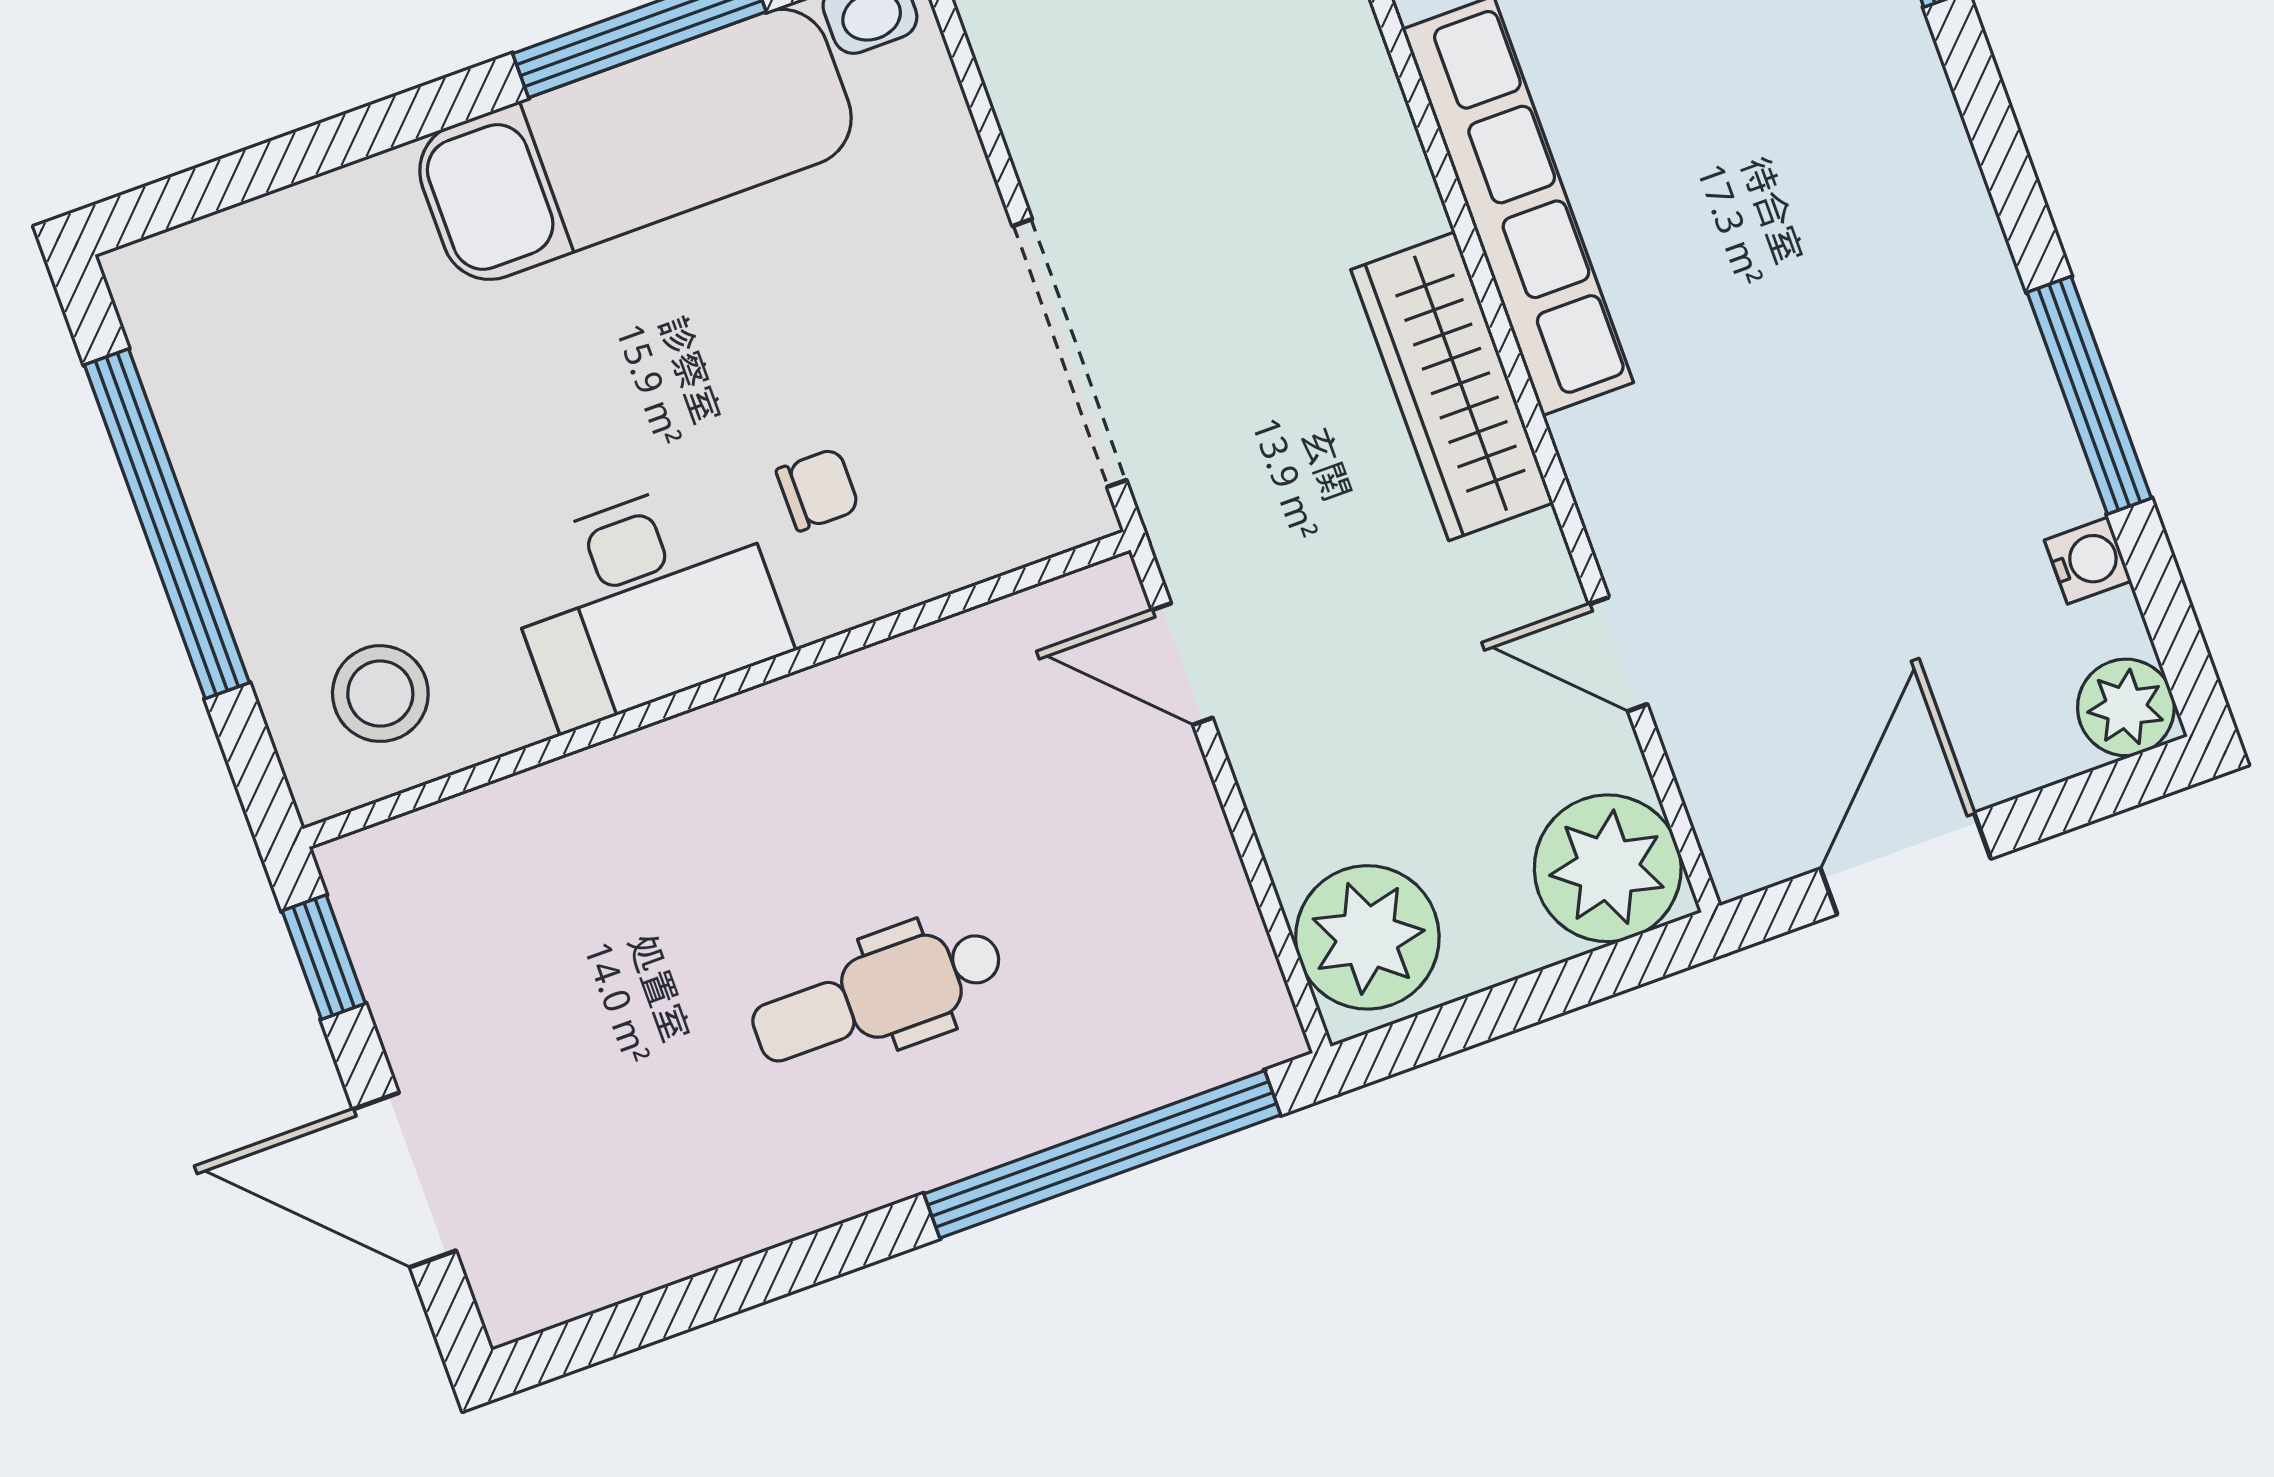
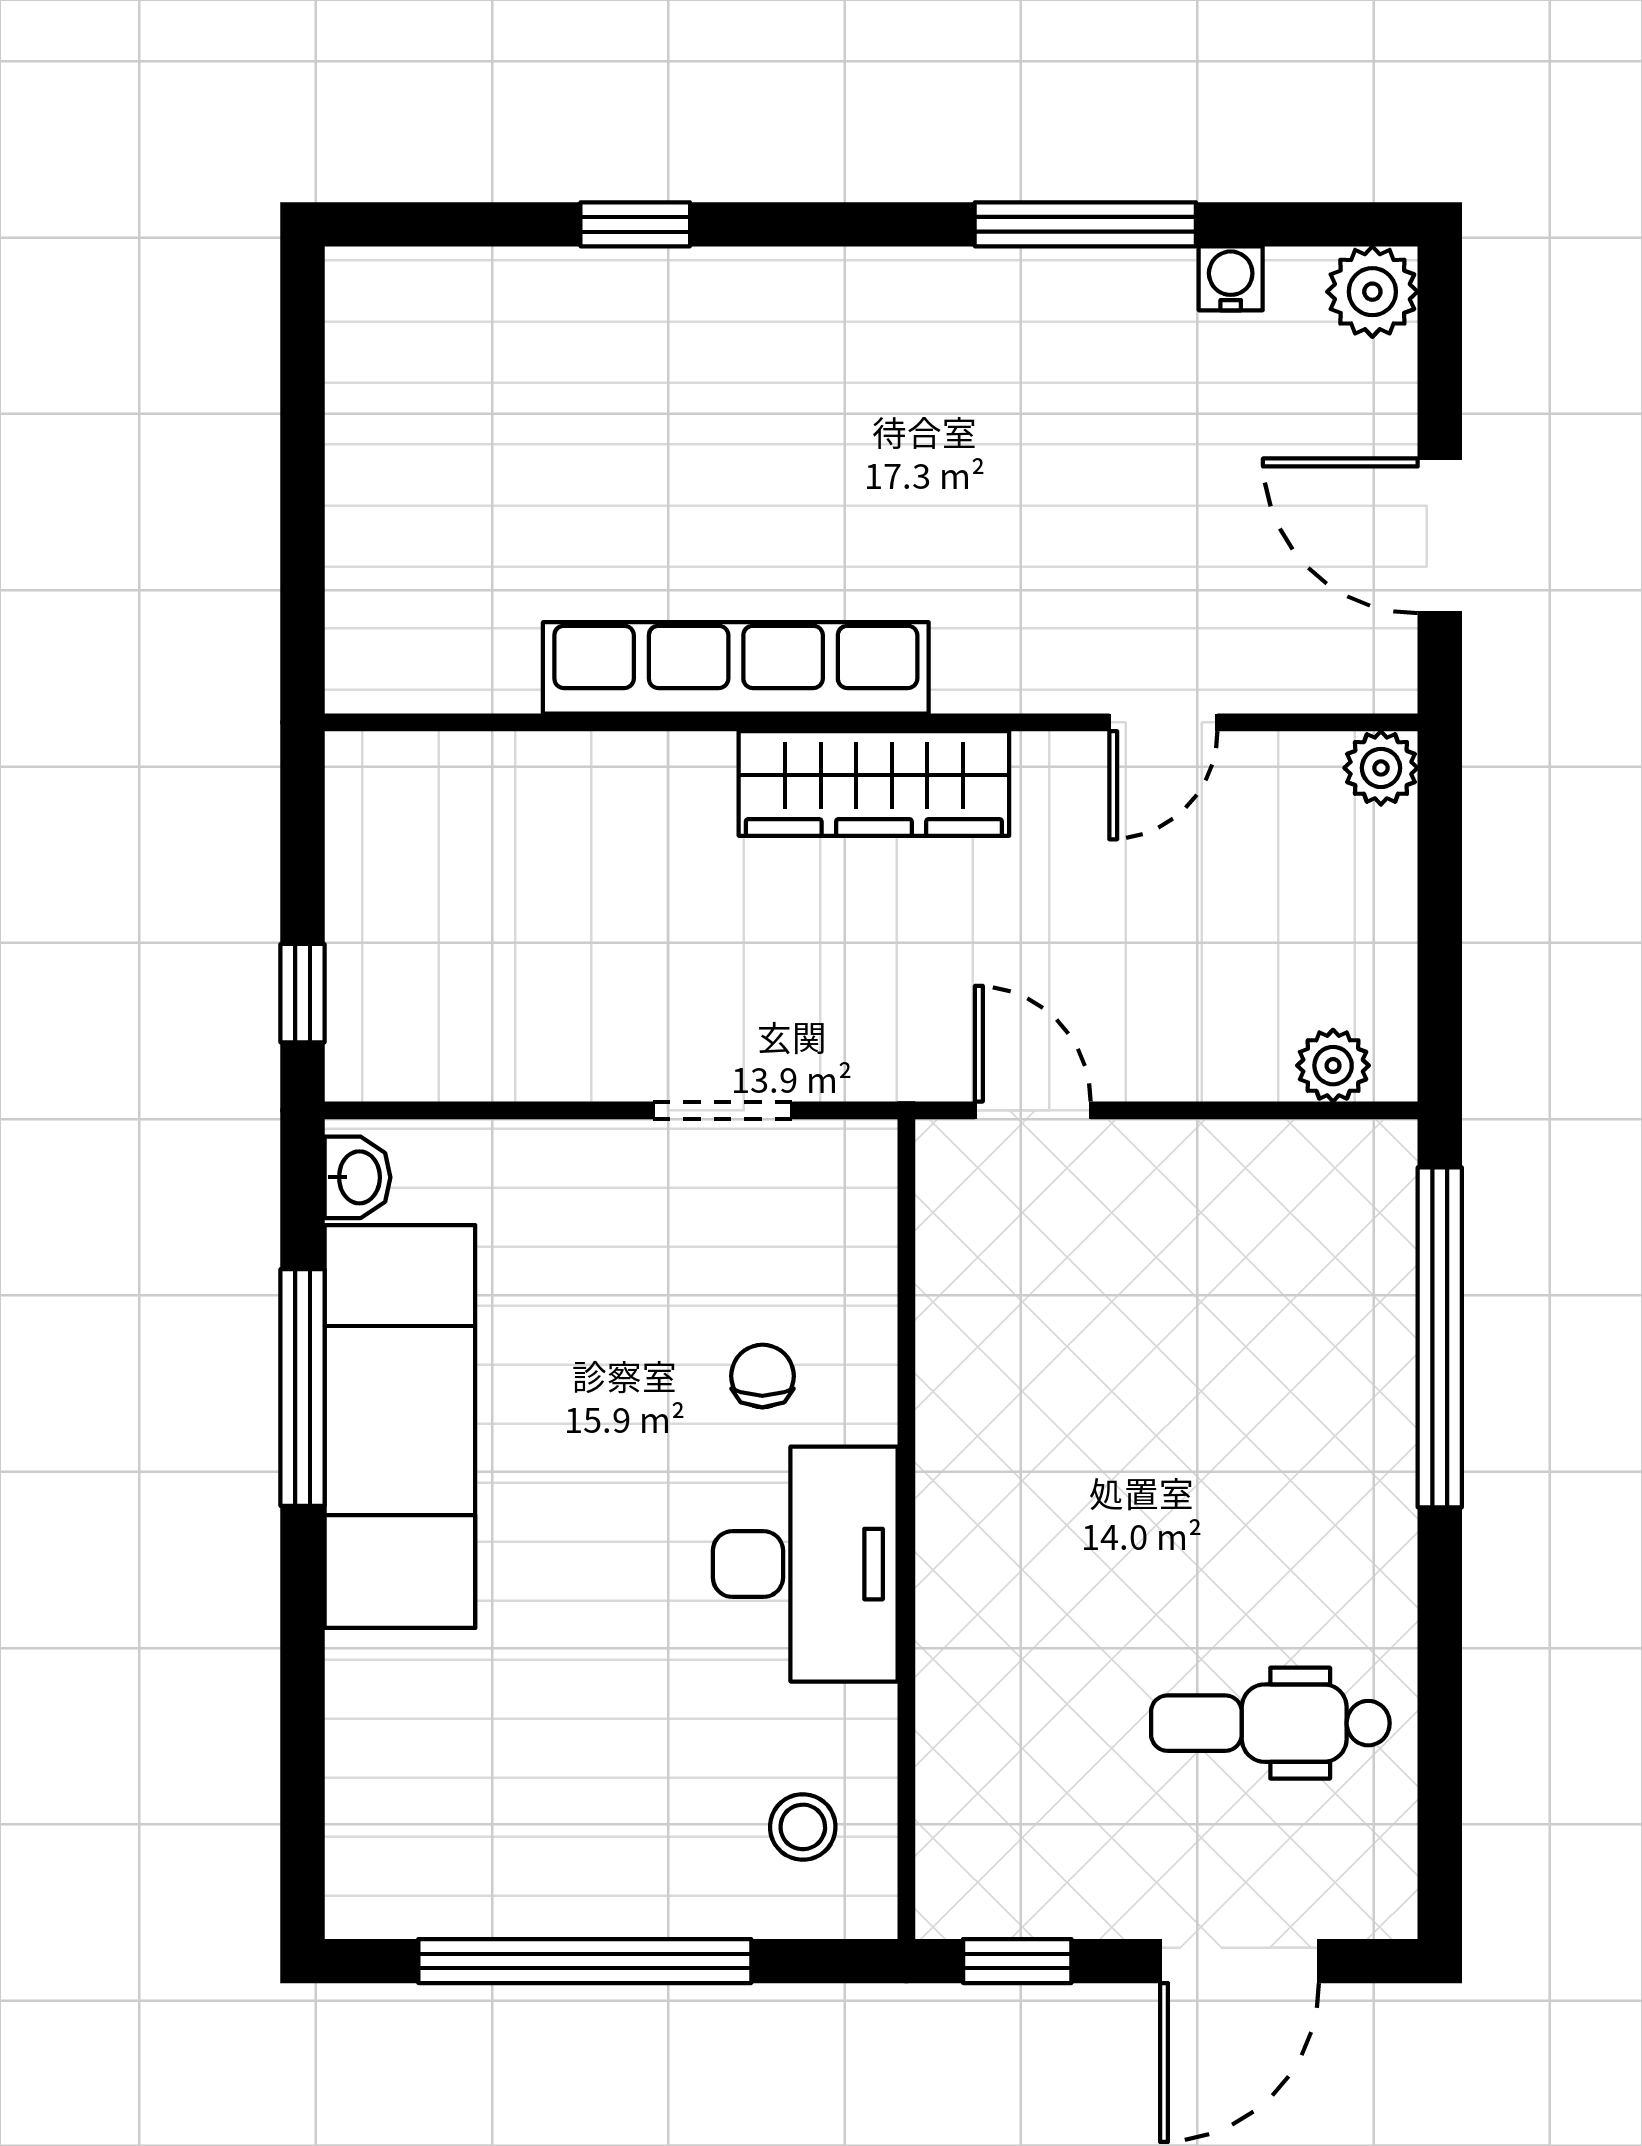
doorway: (1070, 353) -> (723, 1110), width x0.53
door: (1182, 664) -> (1033, 1110), swing flipped
stool: (380, 694) -> (803, 1827), width x0.73, depth x0.73
plant: (1608, 868) -> (1381, 768), width x0.53, depth x0.53
plant: (1367, 937) -> (1333, 1066), width x0.53, depth x0.53
dental chair: (878, 995) -> (1270, 1723), moved, turned 90

